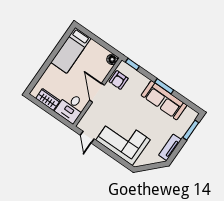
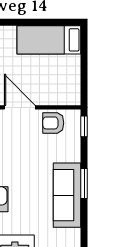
floor lamp: (112, 59) -> (73, 98), removed
door: (97, 93) -> (20, 107), hinge flipped

